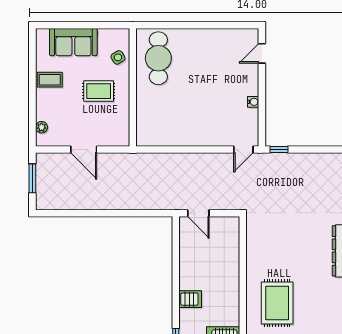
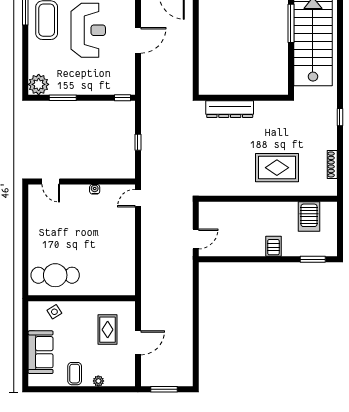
rug: (99, 91) -> (108, 330), moved
plant: (42, 127) -> (98, 381), moved
door: (243, 150) -> (138, 198), swing flipped
window: (279, 150) -> (138, 142), moved

